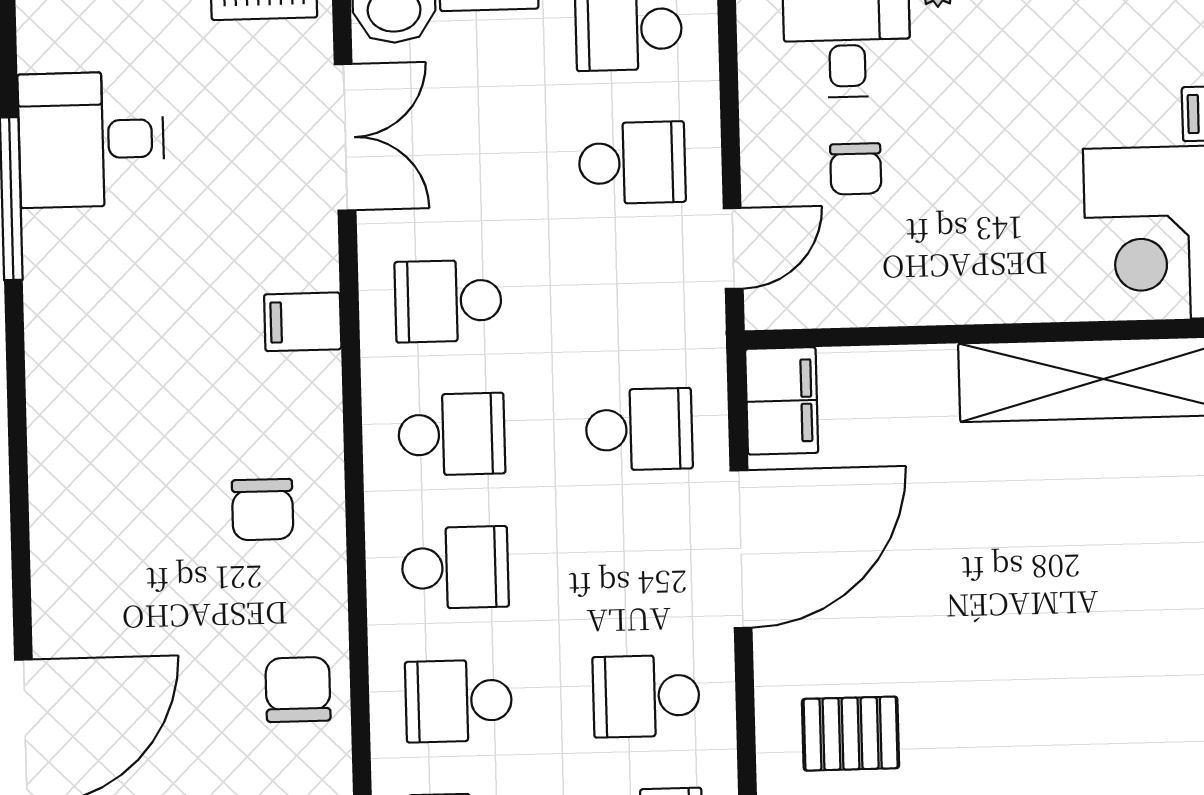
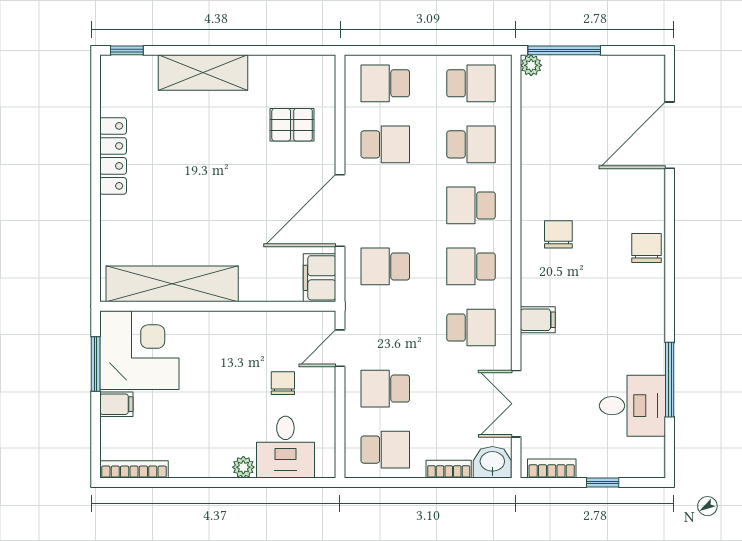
chair: (298, 690) -> (646, 248), moved, turned 180

